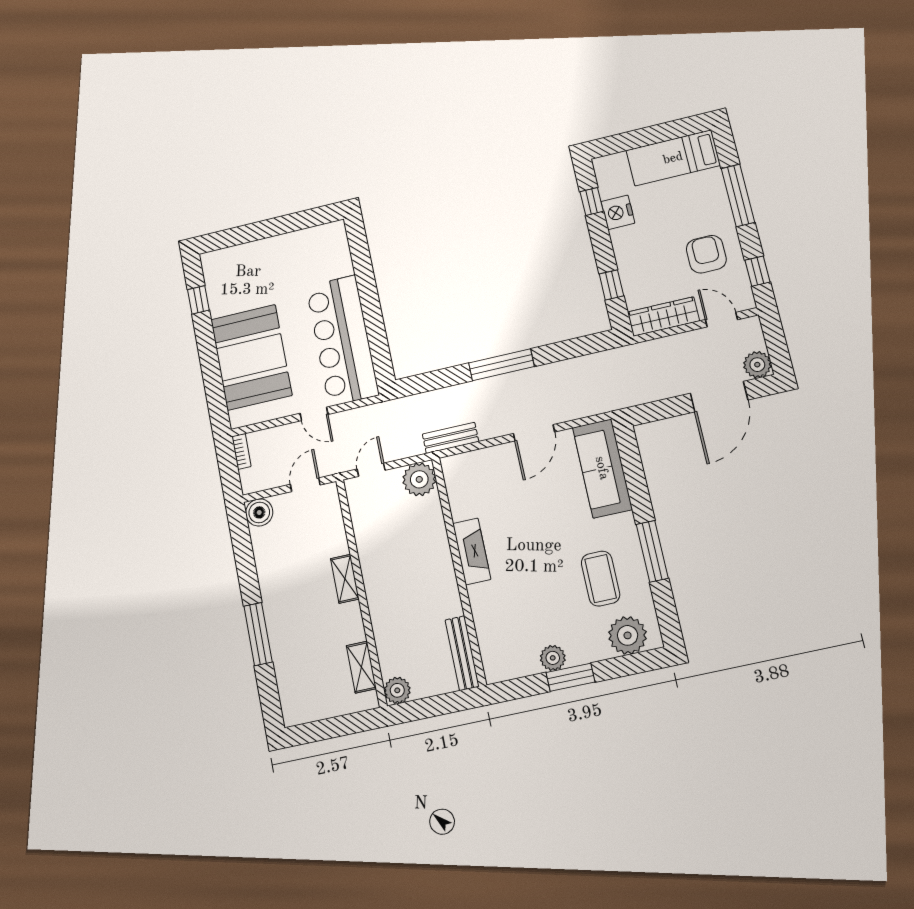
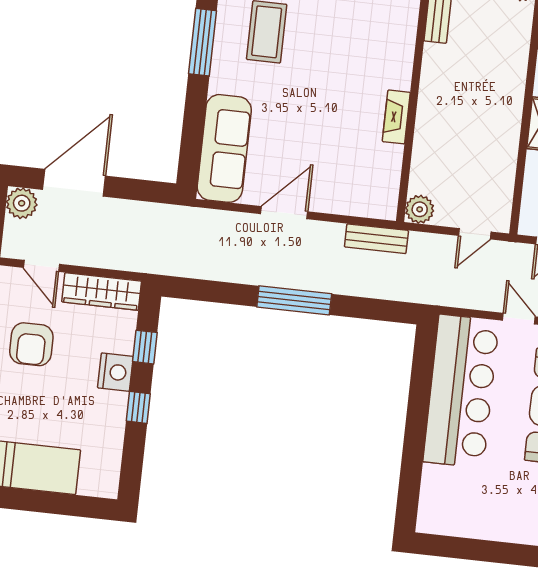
window: (592, 201) -> (138, 407), moved
nightstand: (618, 212) -> (115, 372), moved
plant: (419, 479) -> (420, 209), width x0.73, depth x0.73
fireplace: (472, 551) -> (396, 117), width x0.73, depth x0.76

